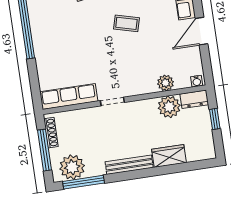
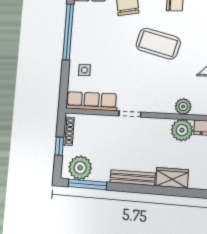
coffee table: (126, 23) -> (158, 44), width x1.86, depth x1.72
side table: (54, 65) -> (84, 70), added
window: (44, 150) -> (59, 146), width x0.46

